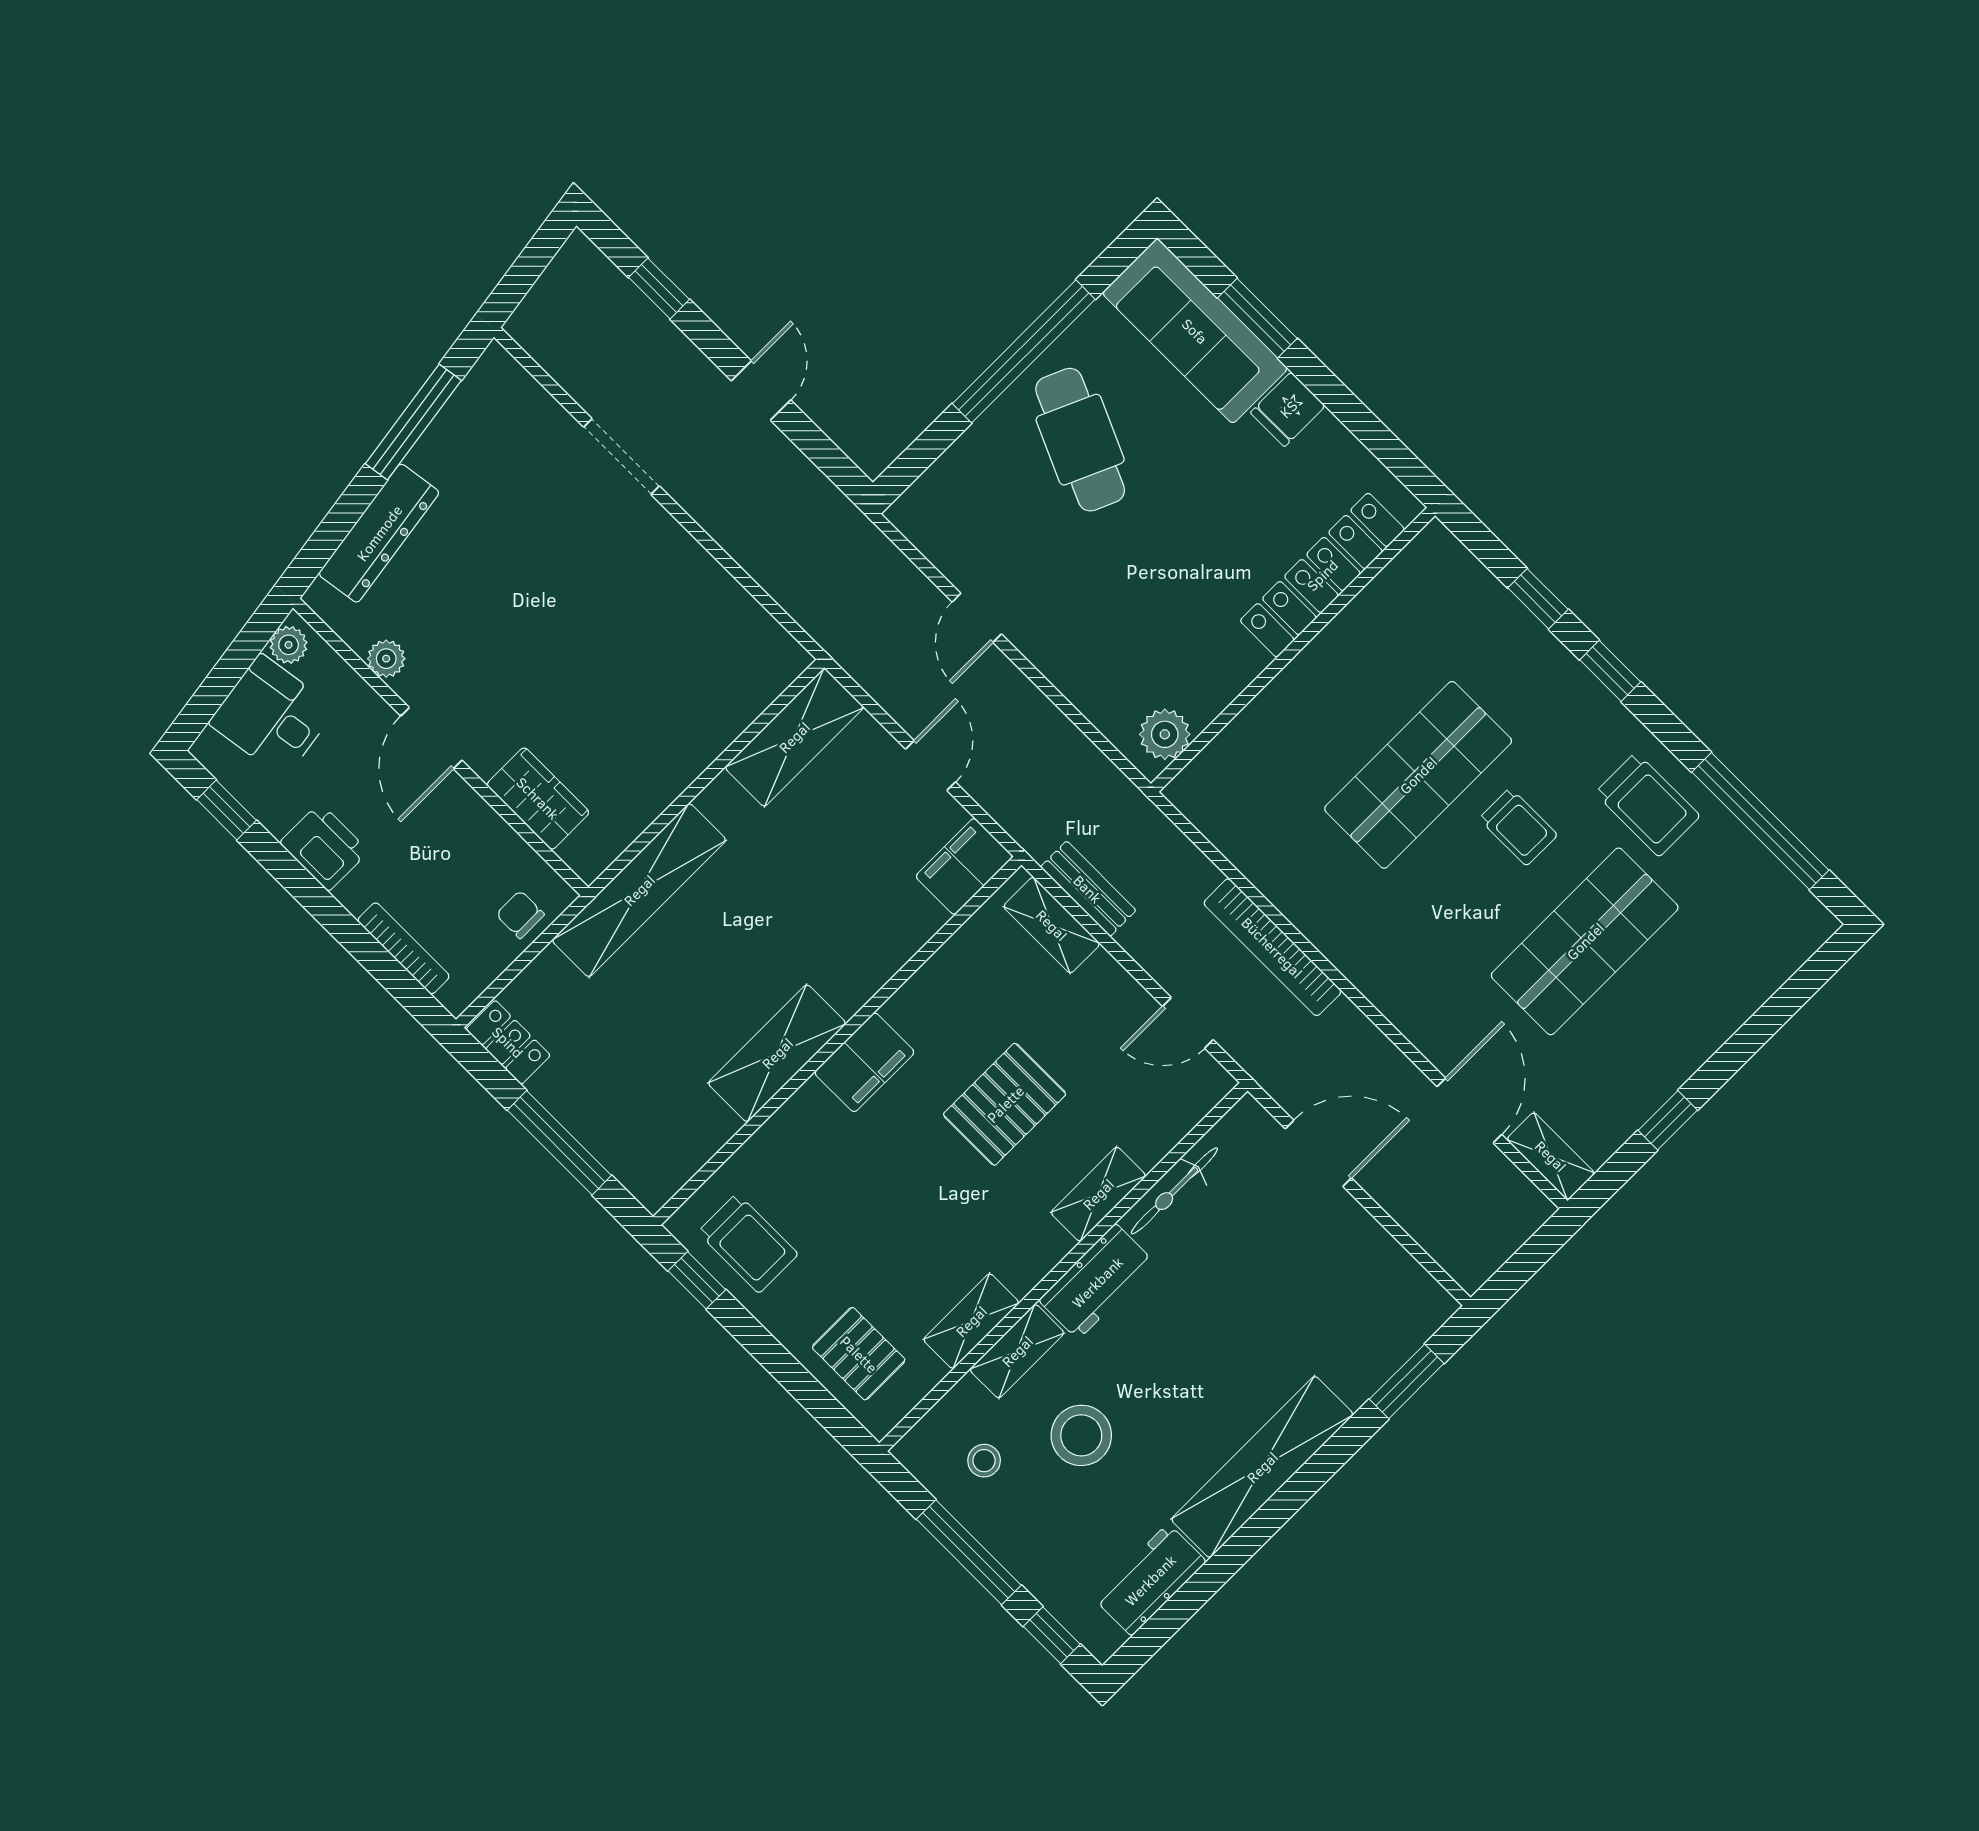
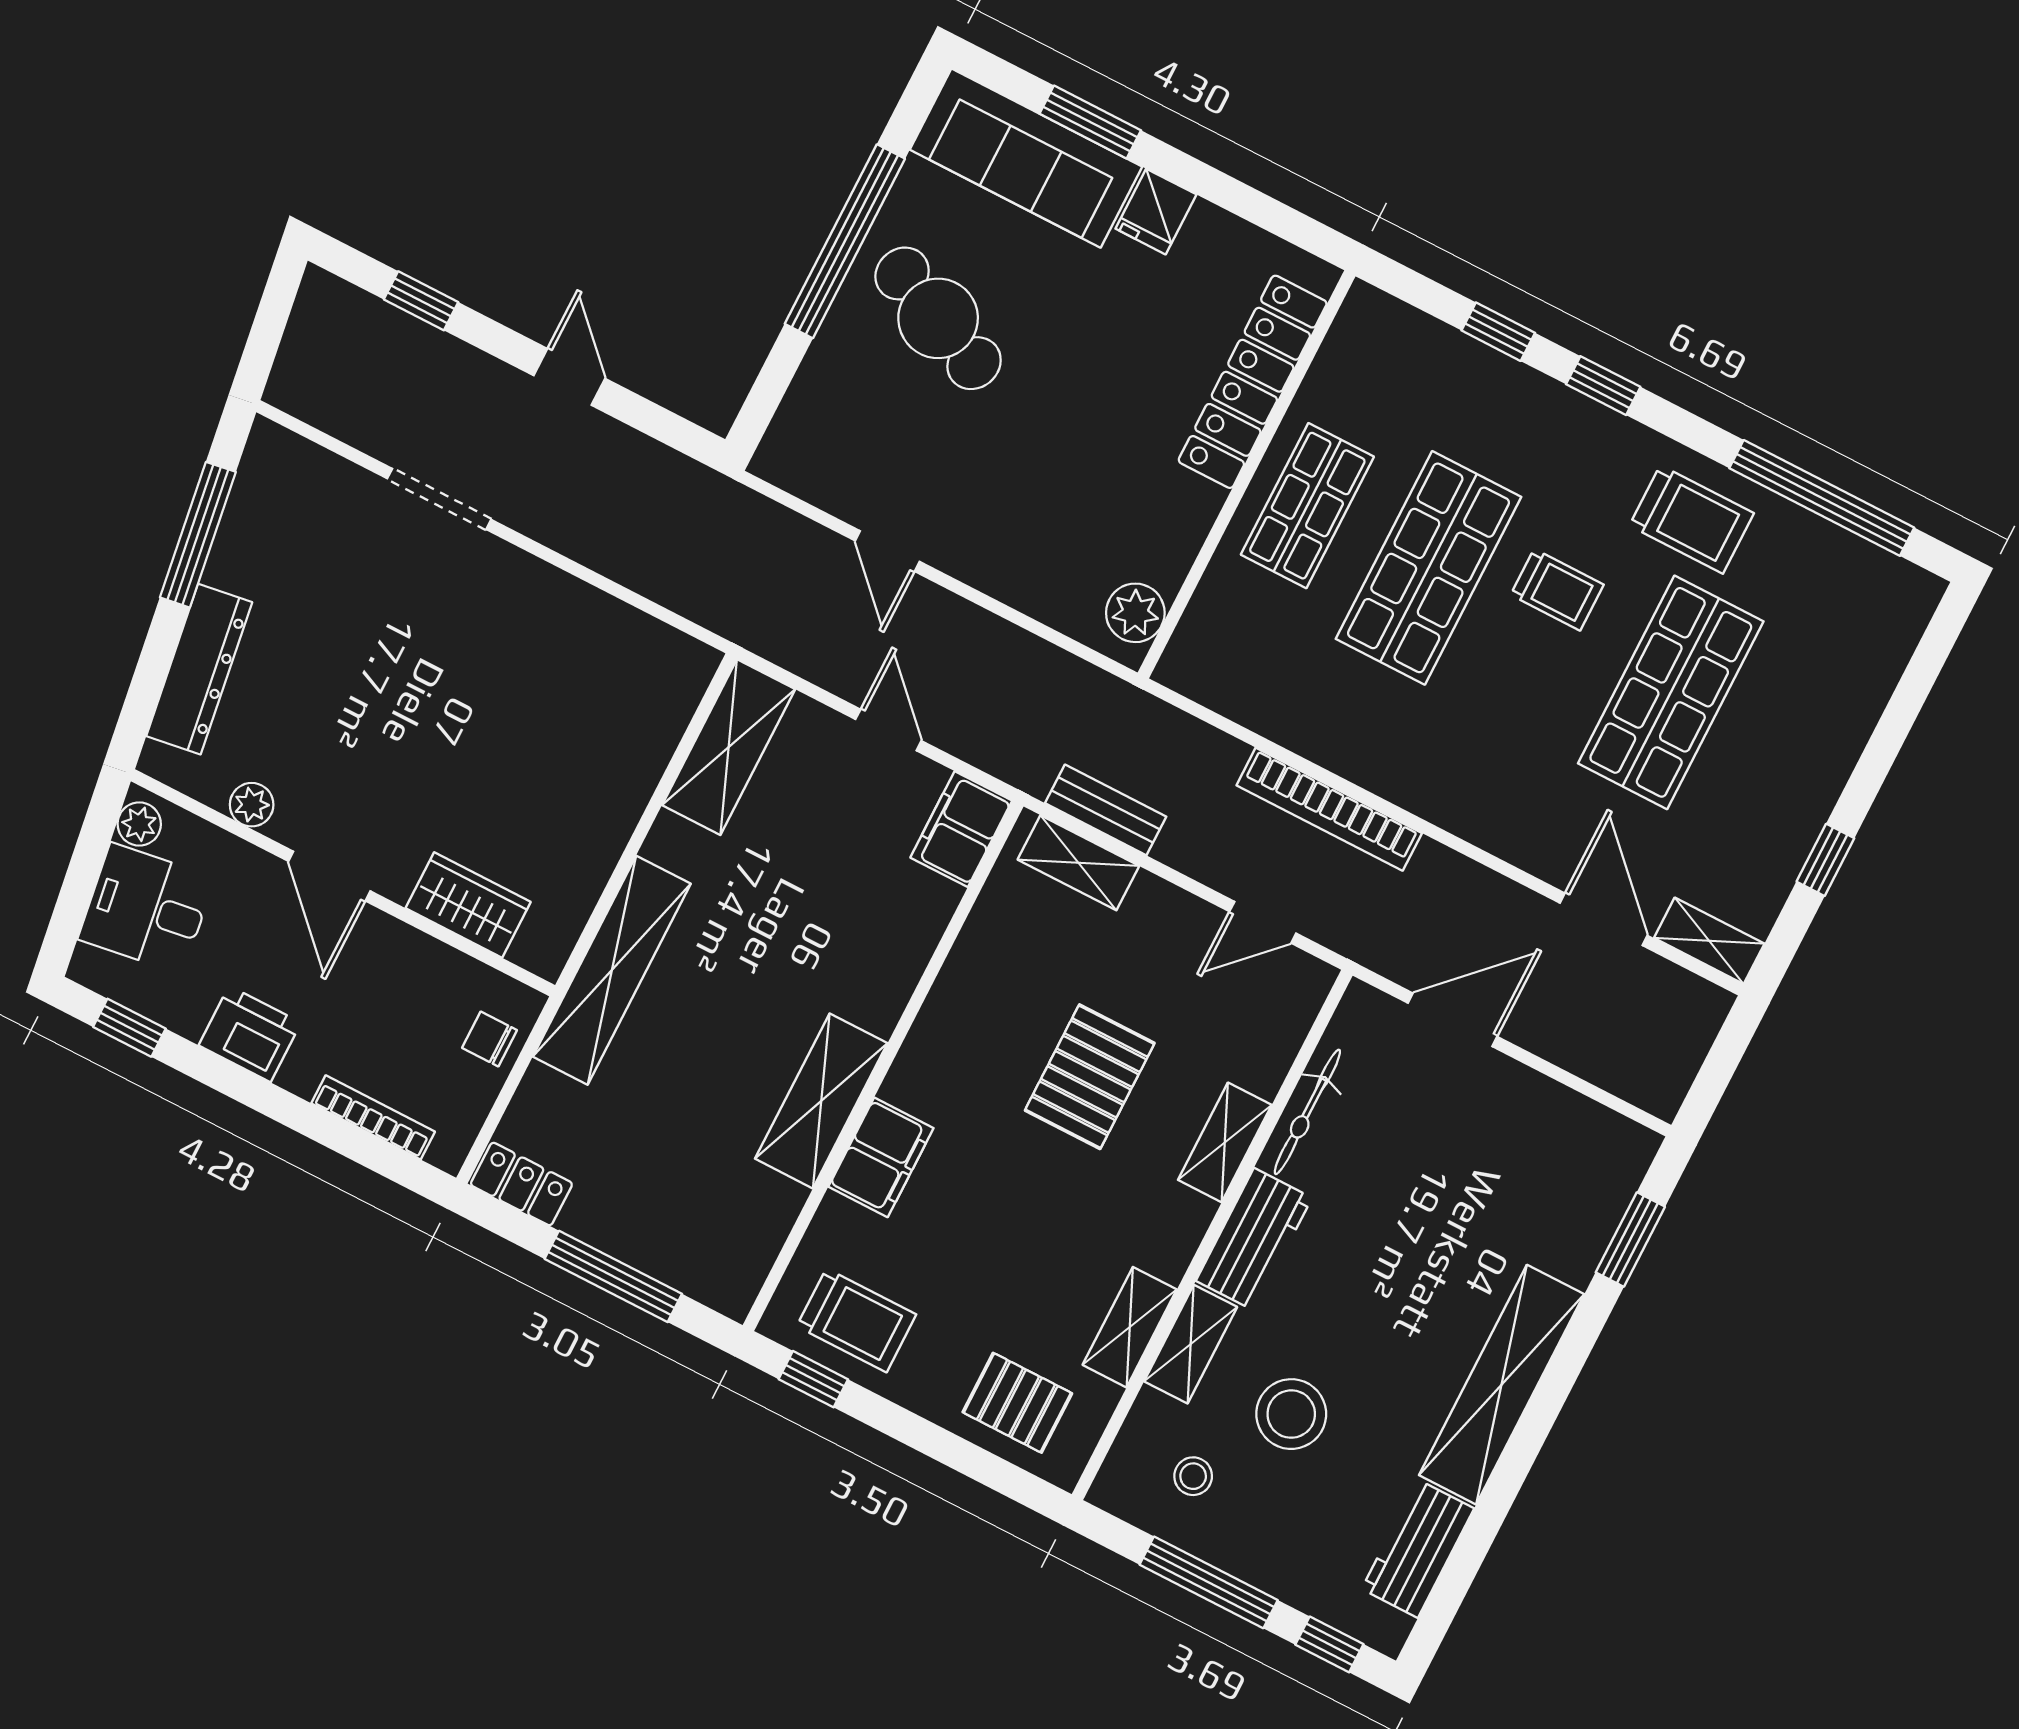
shop shelf: (1335, 692) -> (1307, 506), added
filing cabinet: (864, 1062) -> (881, 1157), moved

